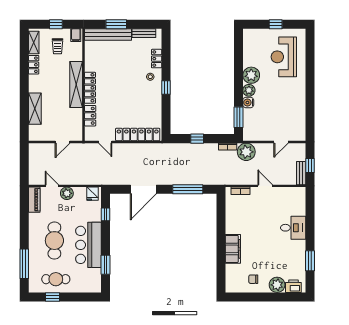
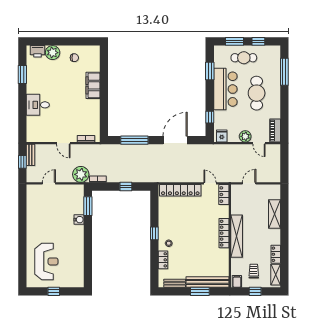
plant: (251, 75) -> (76, 245), removed
plant: (249, 90) -> (78, 231), removed
locker: (90, 116) -> (224, 195), moved
cafe table: (56, 279) -> (244, 58), moved
window: (78, 297) -> (235, 41), added

